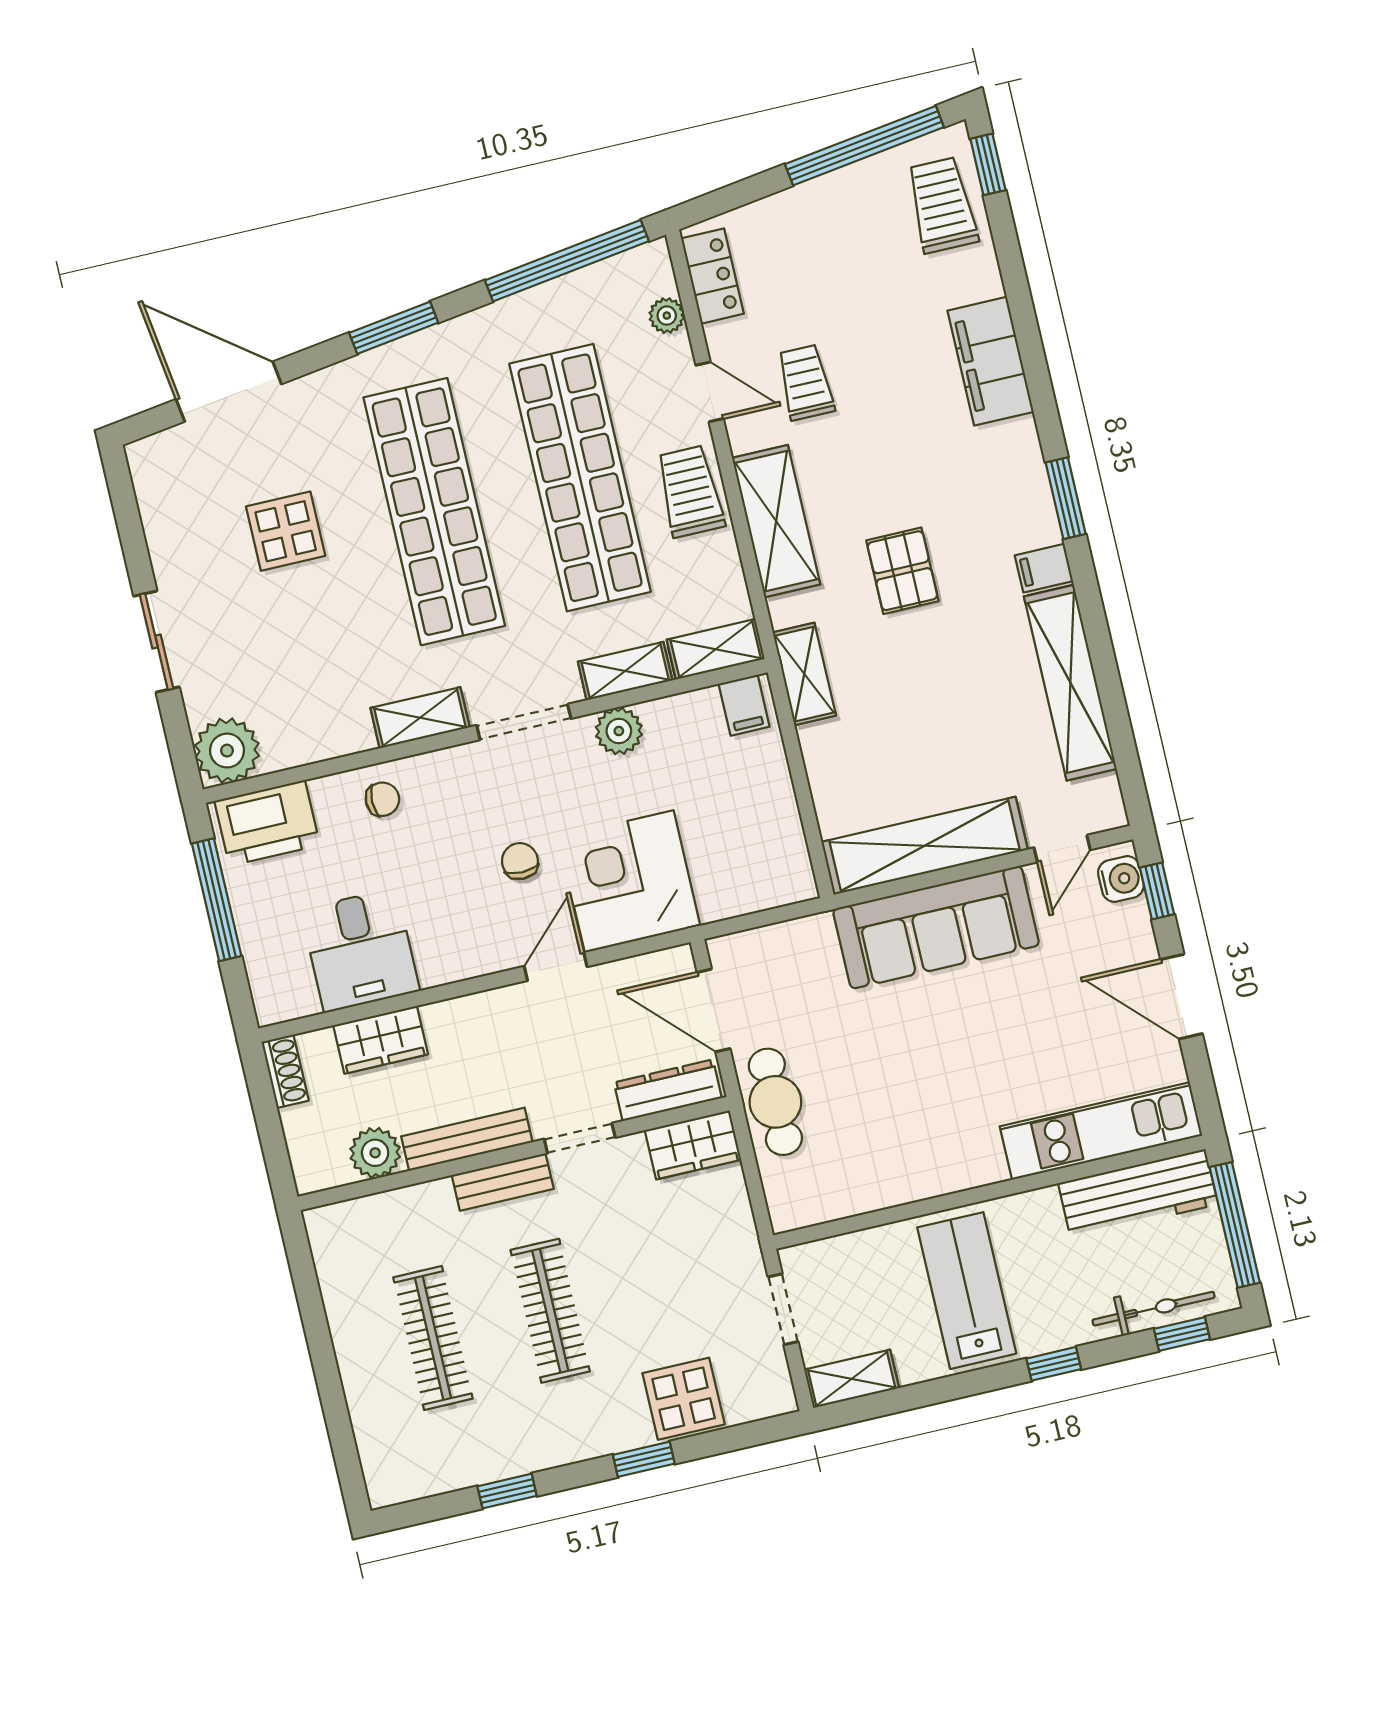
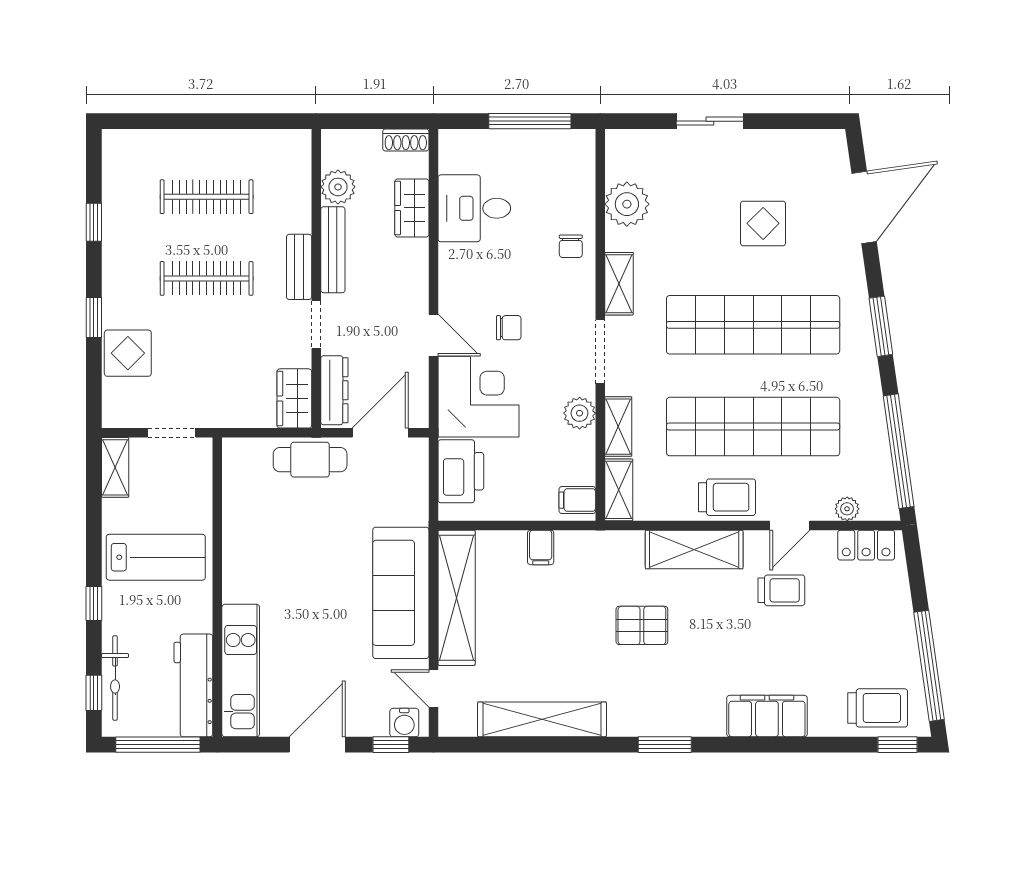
filing cabinet: (1044, 568) -> (541, 547), moved, turned 180
shelving: (804, 674) -> (589, 545), removed
plant: (227, 751) -> (627, 204), moved
printer: (267, 823) -> (461, 471), moved, turned 180

